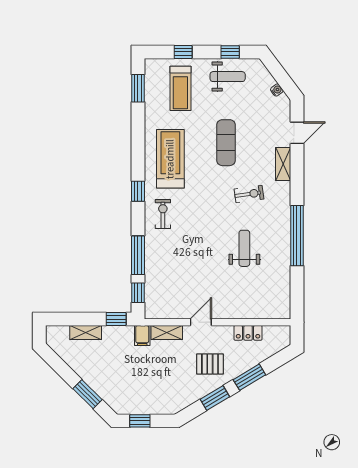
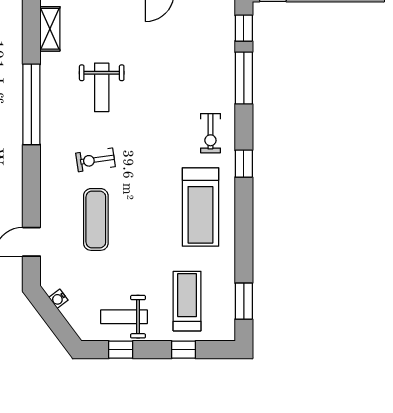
exercise mat: (226, 143) -> (96, 219), moved
shelving: (283, 164) -> (50, 29), moved

